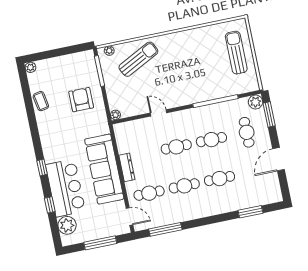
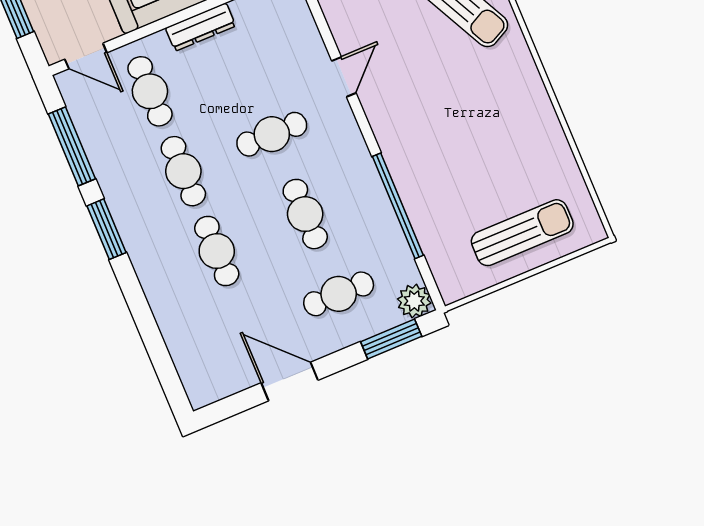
cafe table: (176, 147) -> (272, 134), turned 90
window: (250, 212) -> (107, 229), moved
door: (130, 216) -> (86, 56), hinge flipped

